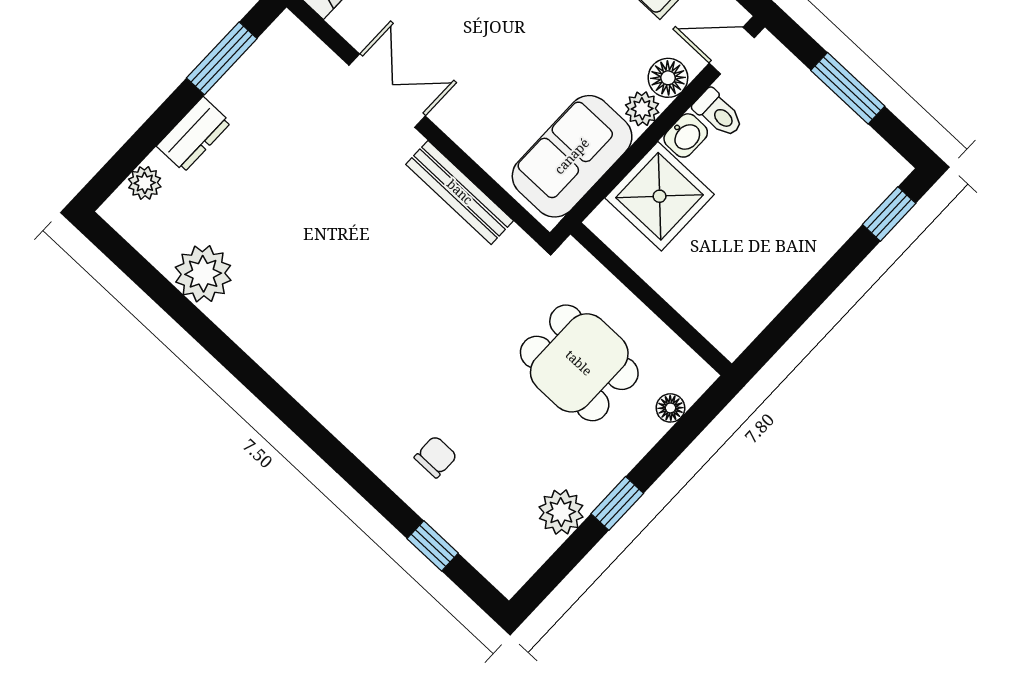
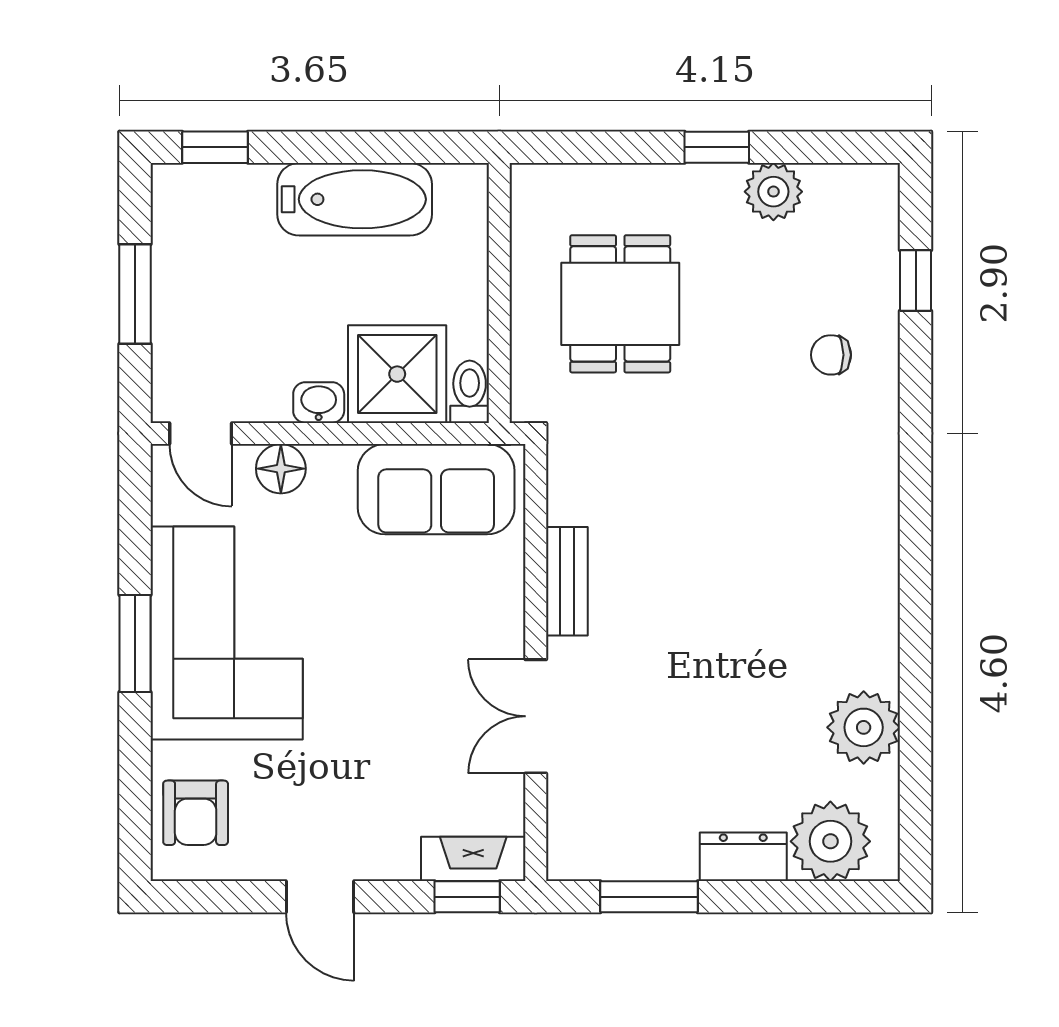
plant: (642, 109) -> (332, 466), removed
toilet: (718, 113) -> (470, 392), moved
plant: (145, 183) -> (830, 841), width x1.88, depth x1.88
bench: (460, 192) -> (567, 581), width x0.73
bathtub: (783, 266) -> (355, 199), added
floor lamp: (670, 408) -> (583, 181), removed

